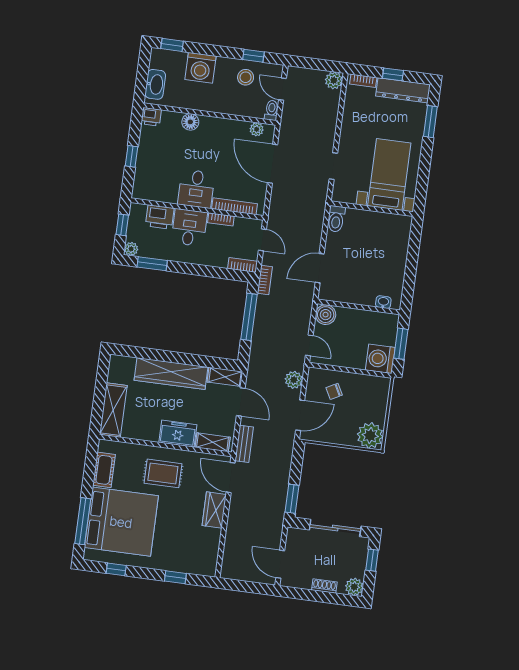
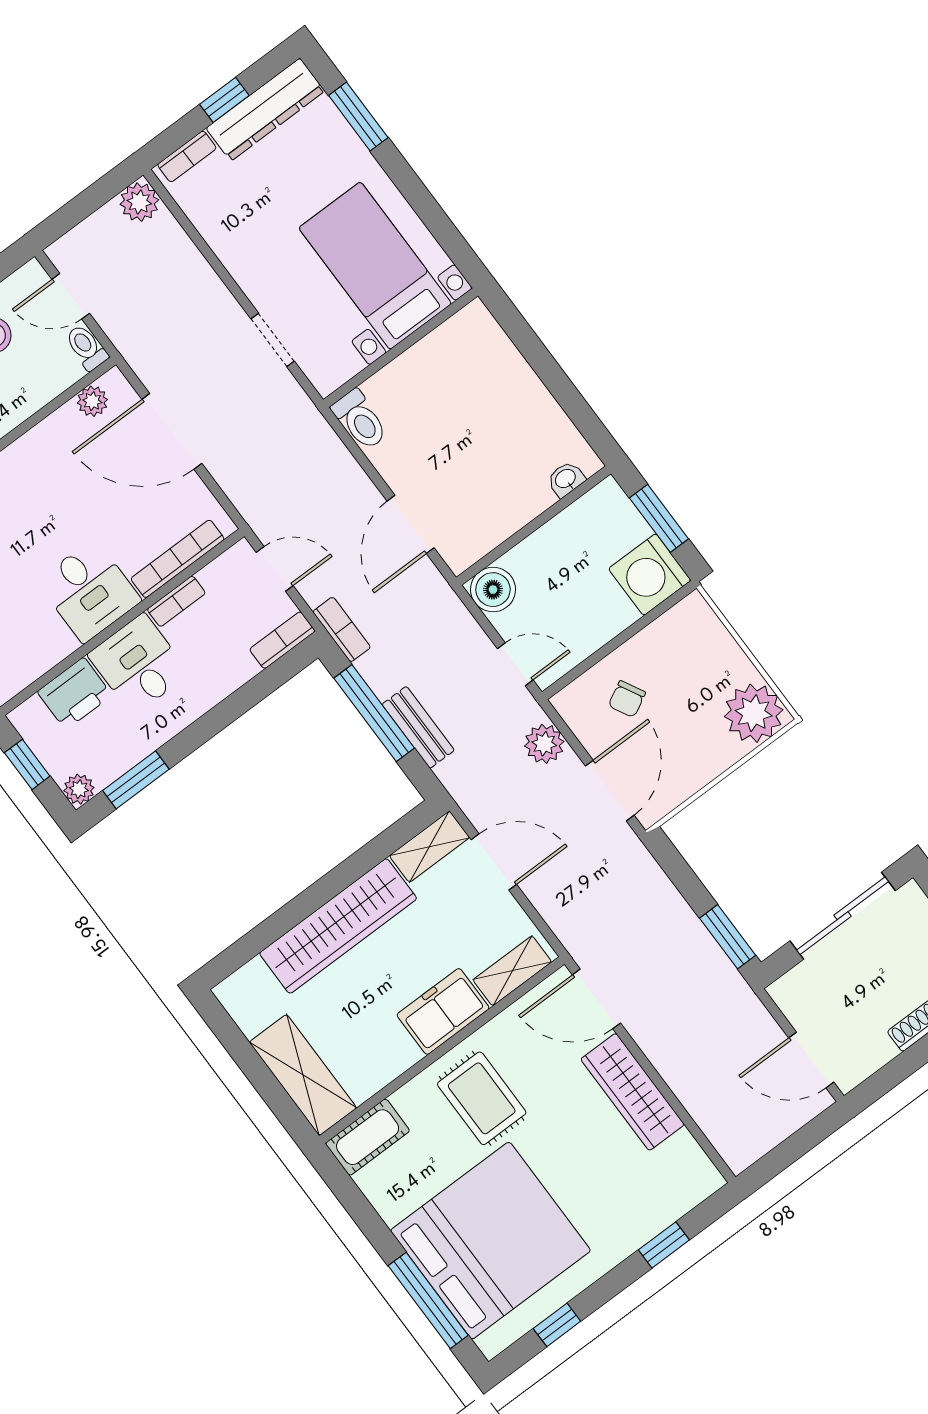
bench: (244, 444) -> (418, 727), moved
cot: (104, 470) -> (368, 1137), moved, turned 90
rug: (163, 473) -> (482, 1098), turned 90
wardrobe: (214, 510) -> (632, 1092), width x1.50

